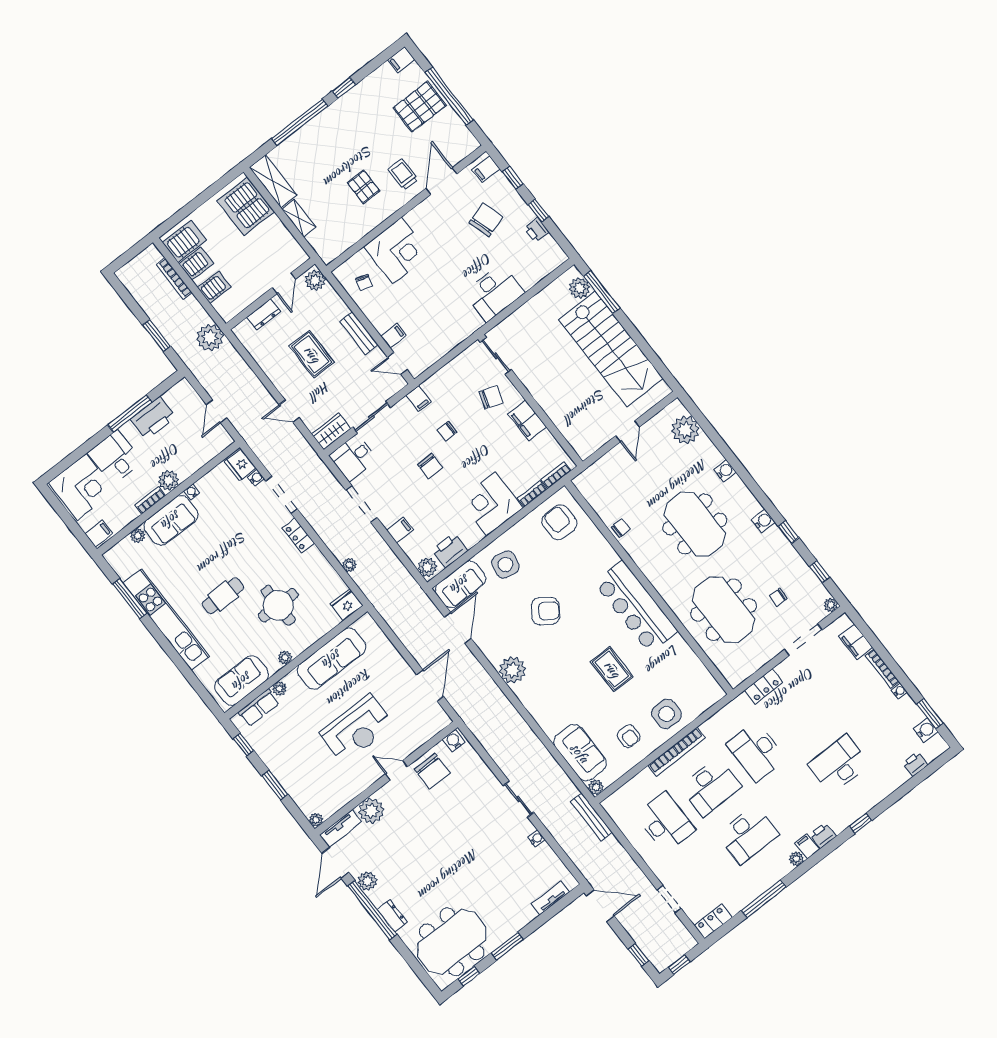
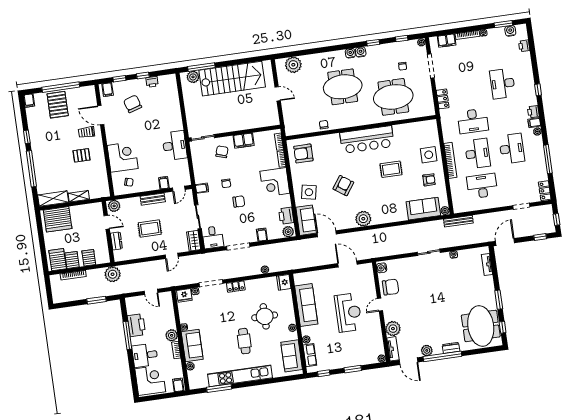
desk: (494, 293) -> (175, 146), moved
water cooler: (725, 471) -> (350, 53), moved

